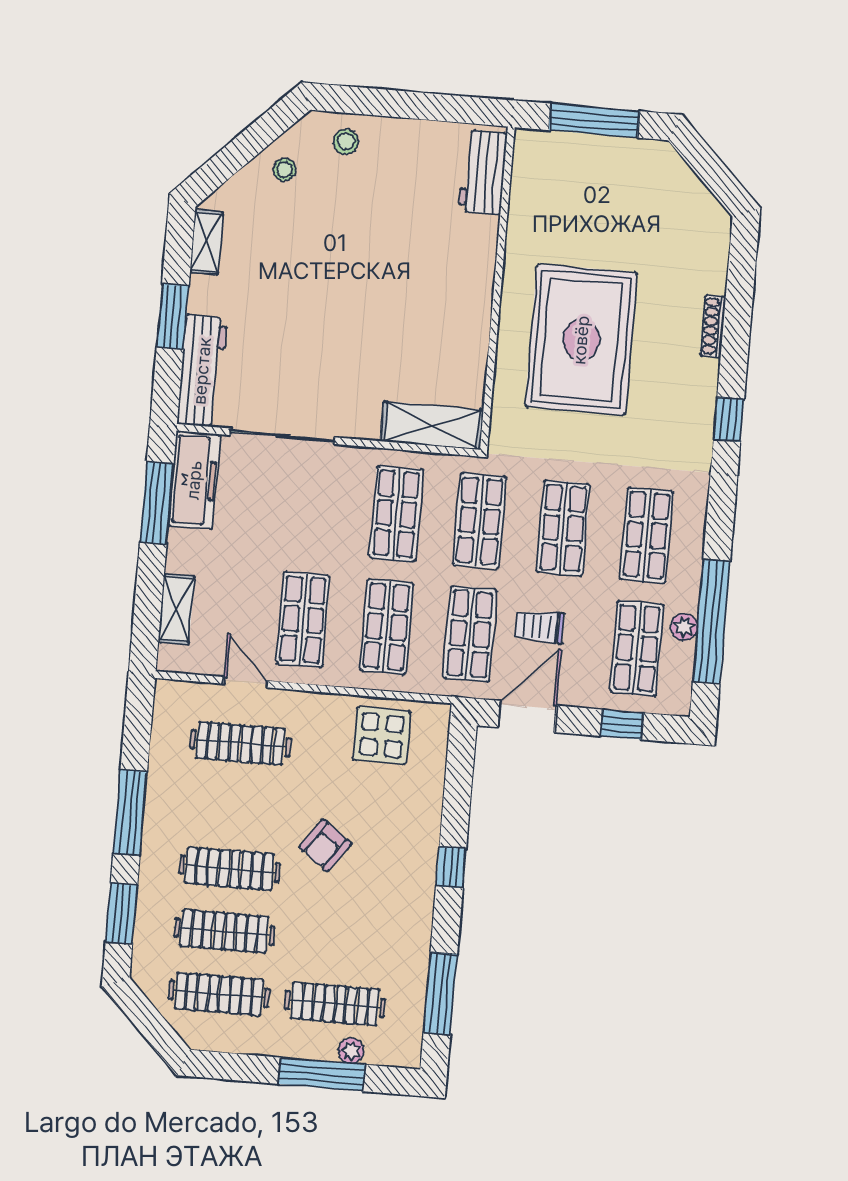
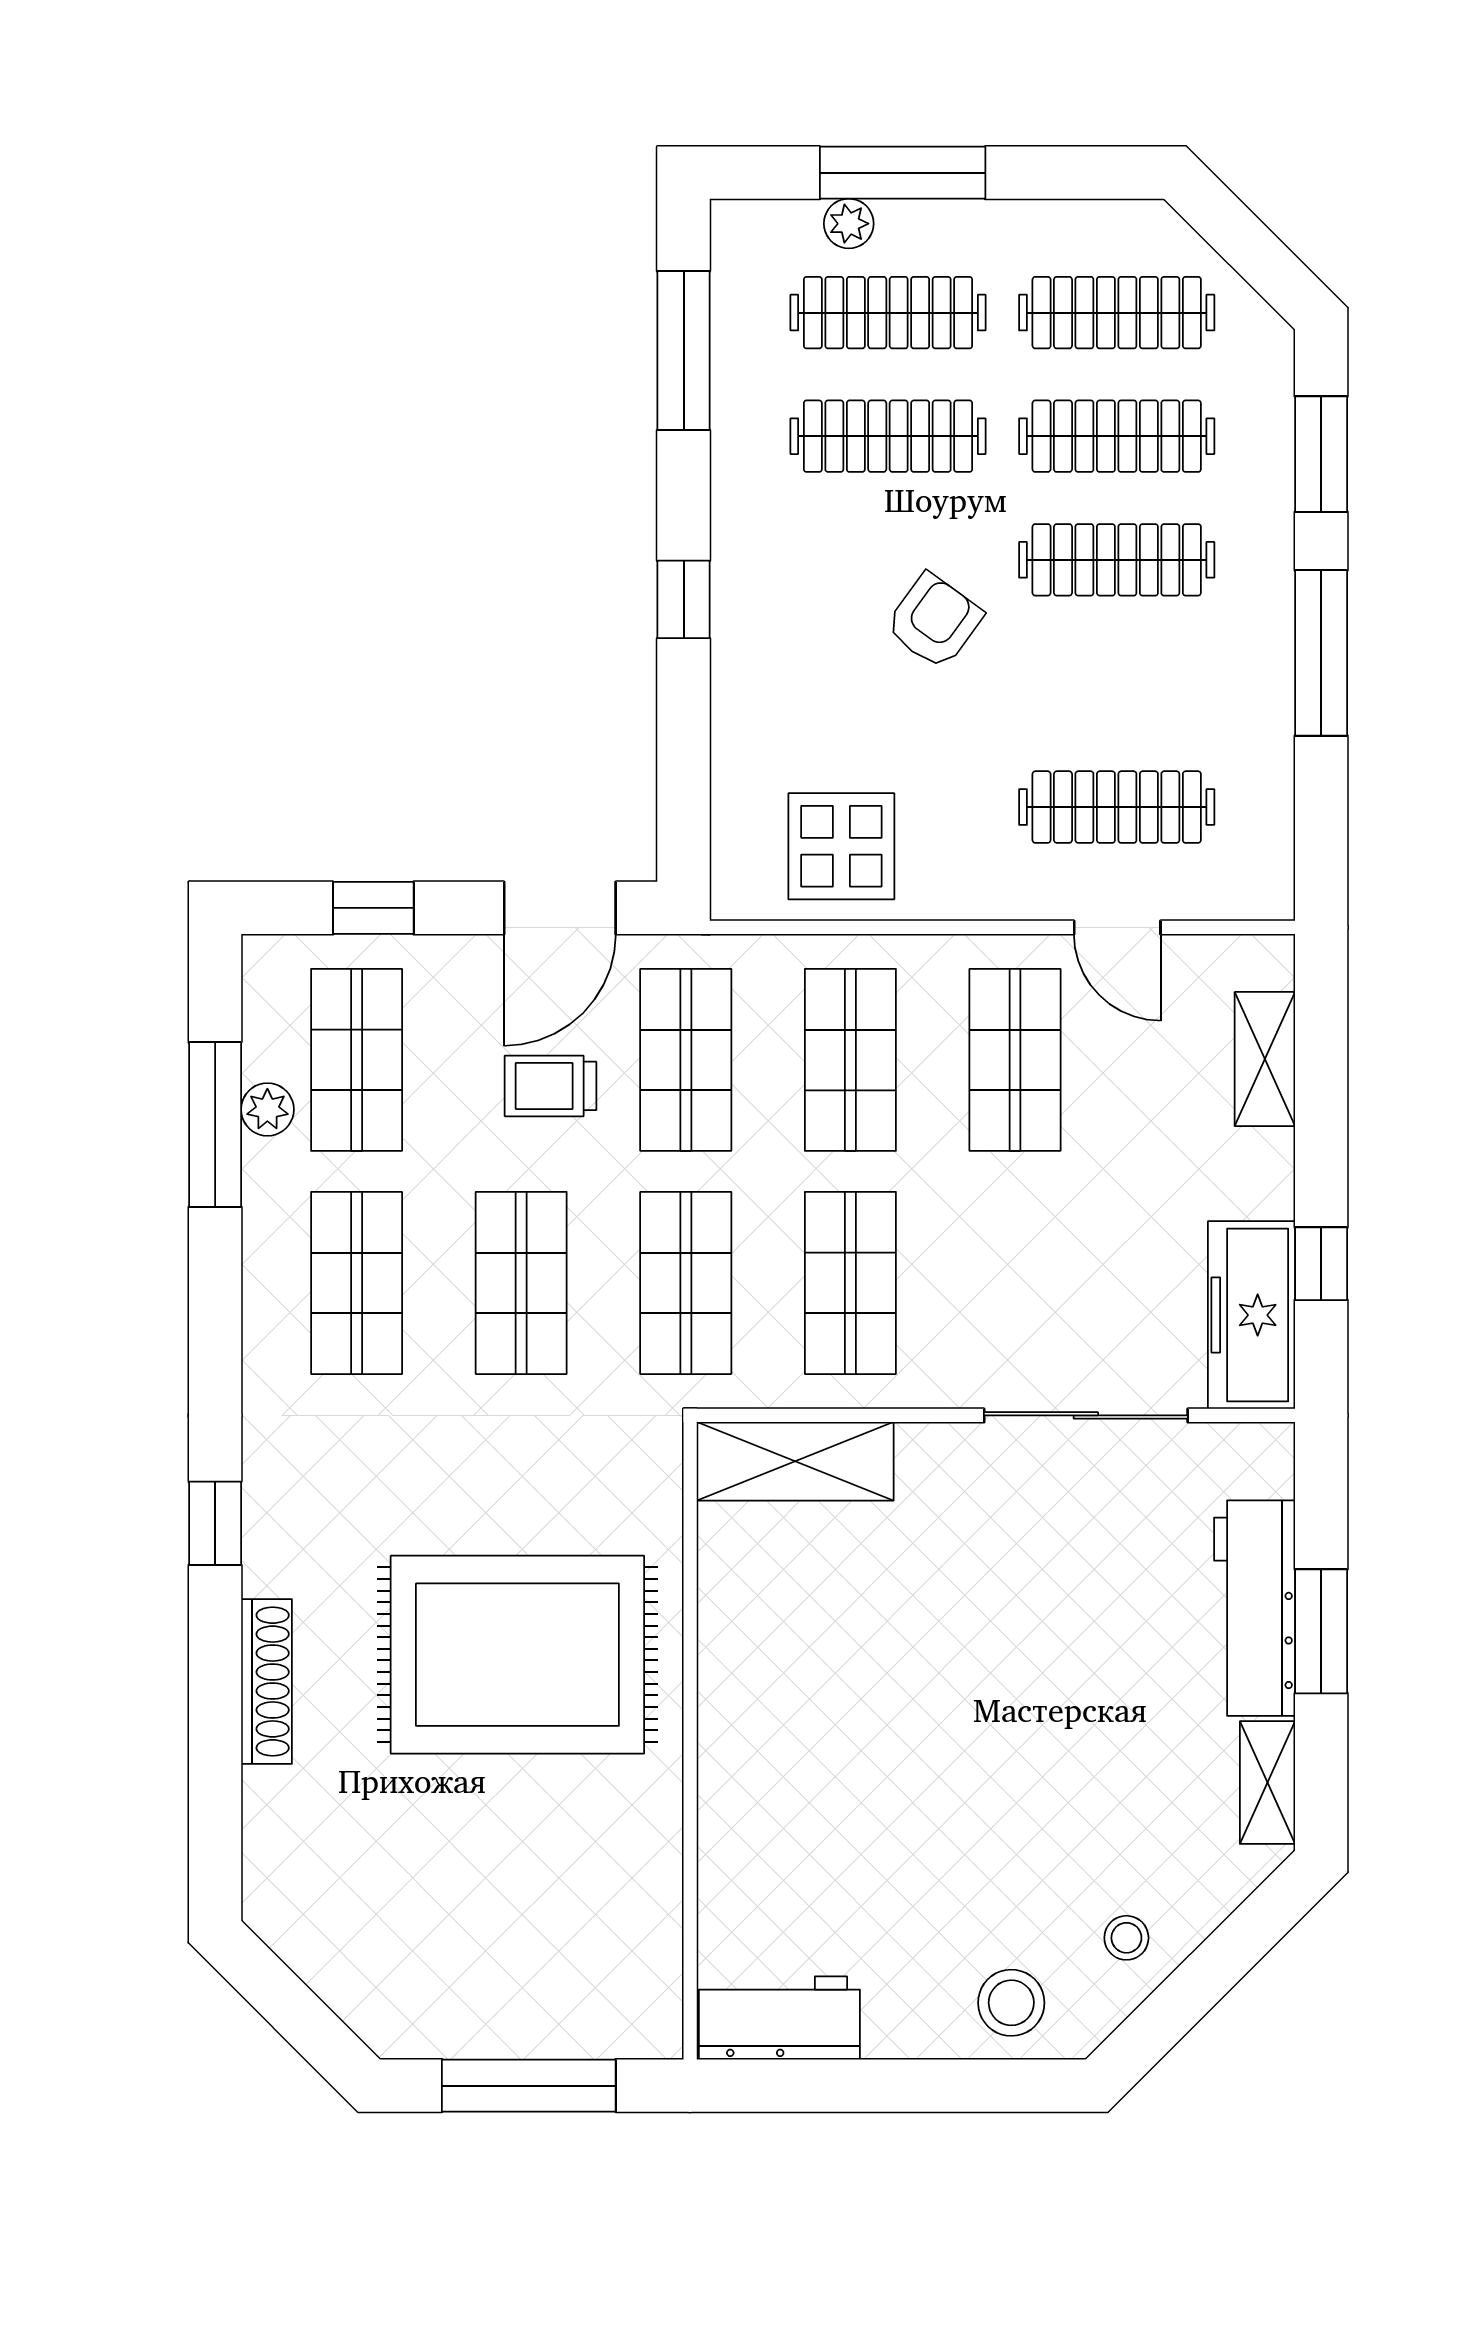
stool: (346, 142) -> (1011, 2003), width x1.37, depth x1.37
workbench: (483, 172) -> (779, 2018), moved, turned -90
shoe rack: (713, 326) -> (267, 1682), width x1.36, depth x1.24
rug: (581, 340) -> (517, 1655), turned 90
workbench: (202, 371) -> (1255, 1608), moved
window: (157, 503) -> (1321, 1264), width x0.46
window: (711, 622) -> (215, 1125), width x0.68
trolley: (540, 627) -> (551, 1086), turned 180
clothes rail: (340, 941) -> (888, 436), added

